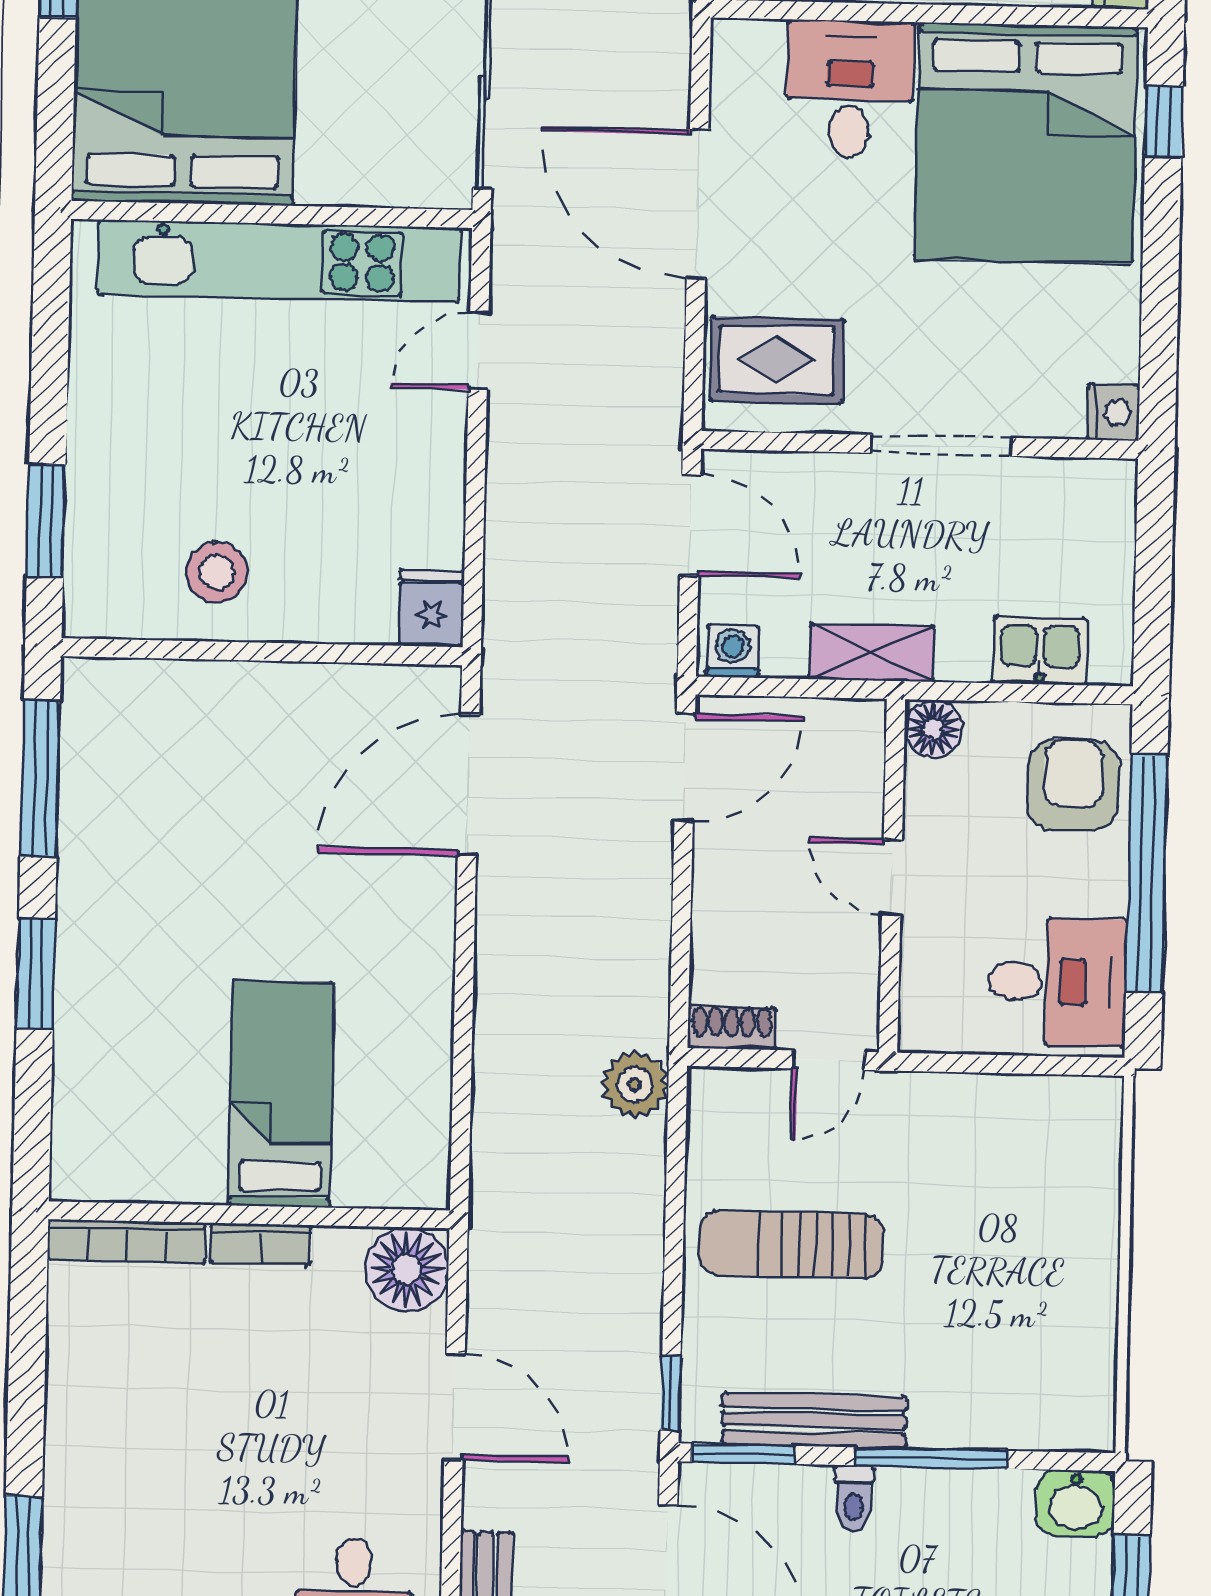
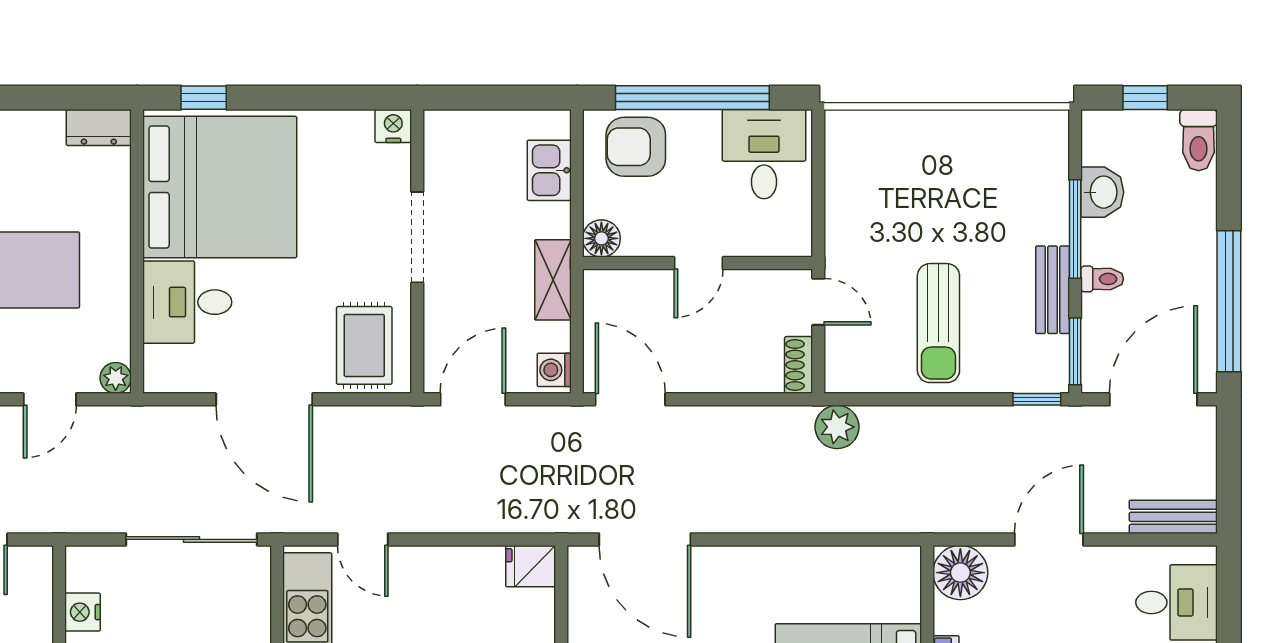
door: (698, 204) -> (264, 399), hinge flipped
bench: (814, 1421) -> (1053, 290), width x0.73
washbasin: (1076, 1503) -> (1102, 192), moved

